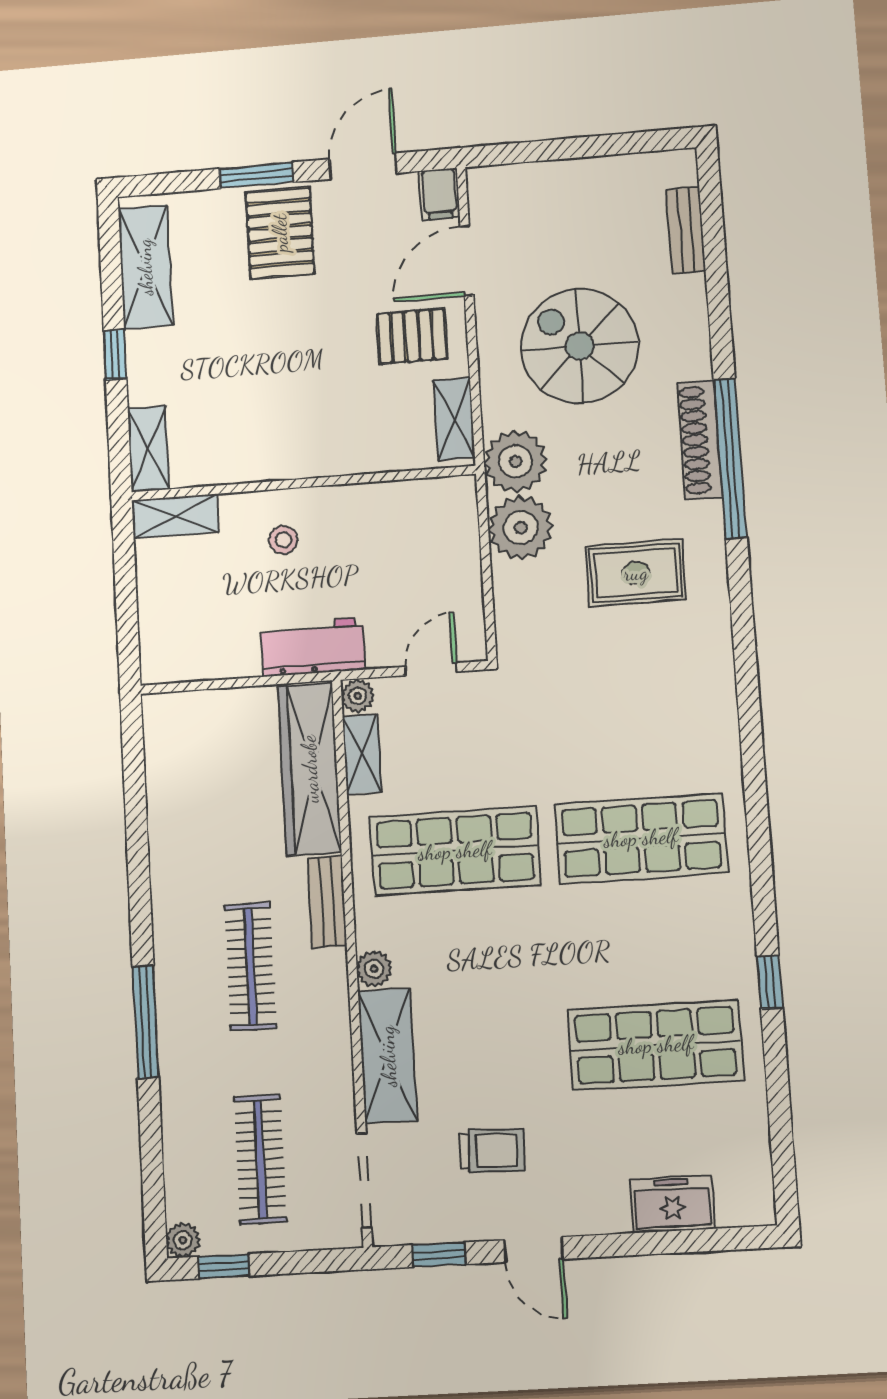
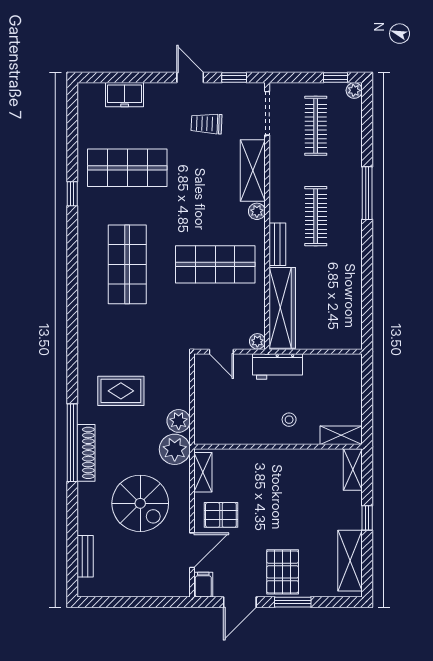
plant: (521, 528) -> (179, 421), width x0.73, depth x0.73
door: (431, 669) -> (221, 352), hinge flipped
shelving: (362, 754) -> (257, 313), removed
shop shelf: (641, 838) -> (127, 264), turned 90

